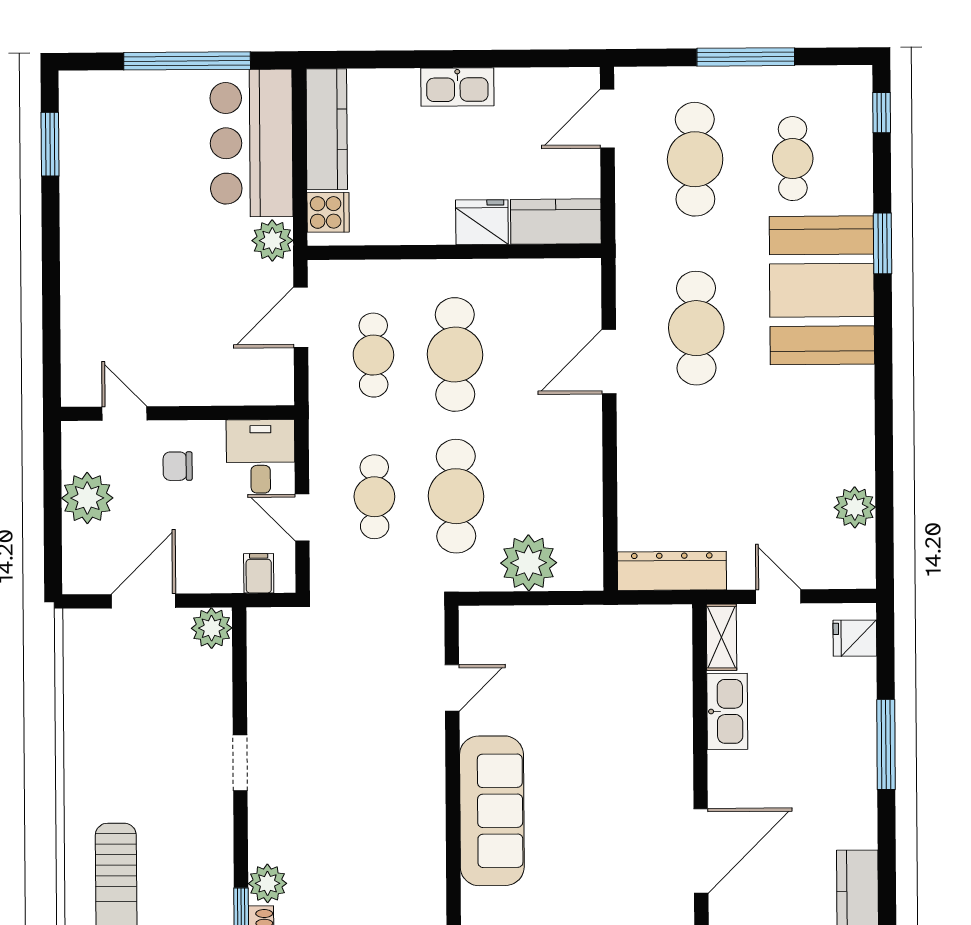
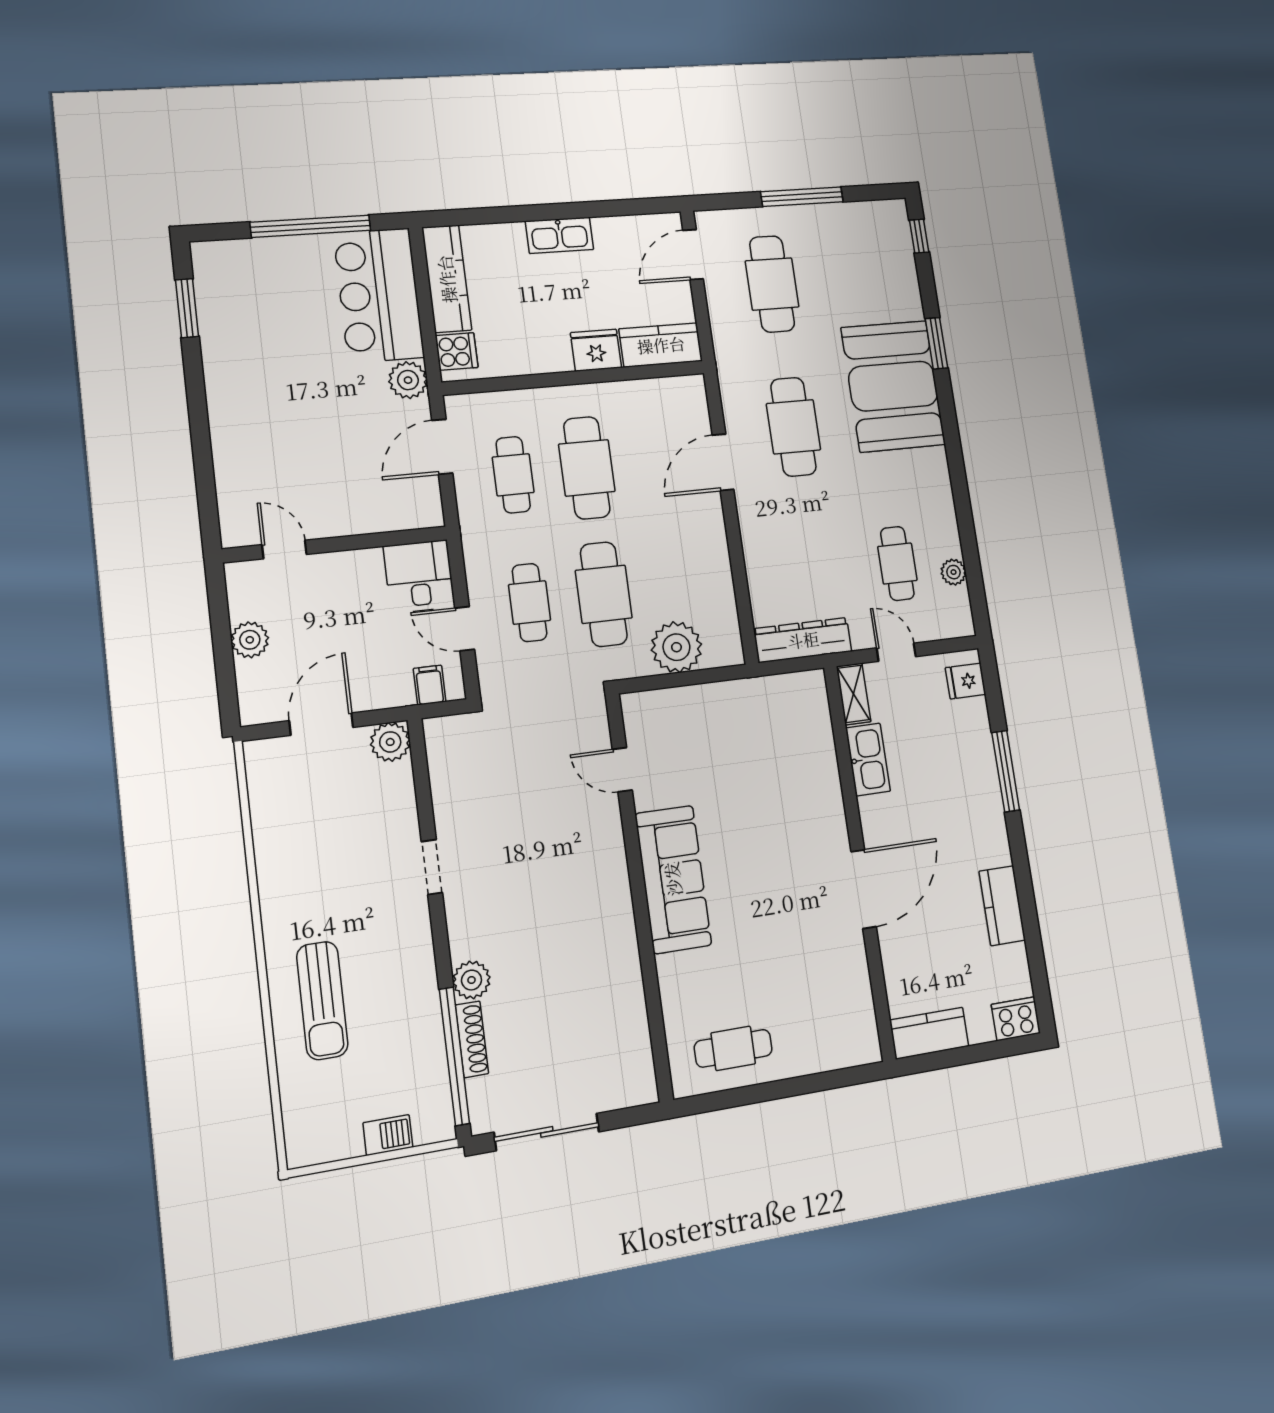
cafe table: (793, 159) -> (897, 563), moved
chair: (178, 466) -> (341, 593), removed
plant: (87, 498) -> (250, 640), width x0.73, depth x0.73
plant: (855, 507) -> (954, 572), width x0.73, depth x0.73
door: (452, 688) -> (622, 770), swing flipped

